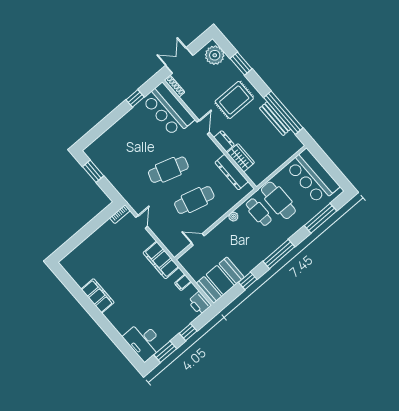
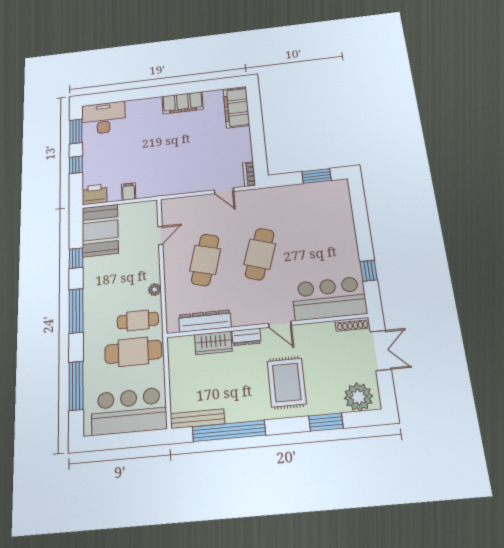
bench: (275, 119) -> (197, 419), moved
filing cabinet: (161, 260) -> (236, 108), moved, turned -90

